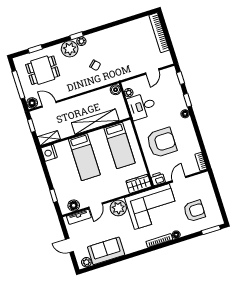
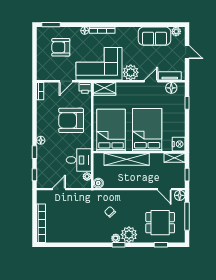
bed: (120, 146) -> (111, 130), width x1.50
bed: (84, 157) -> (147, 130), width x1.50

